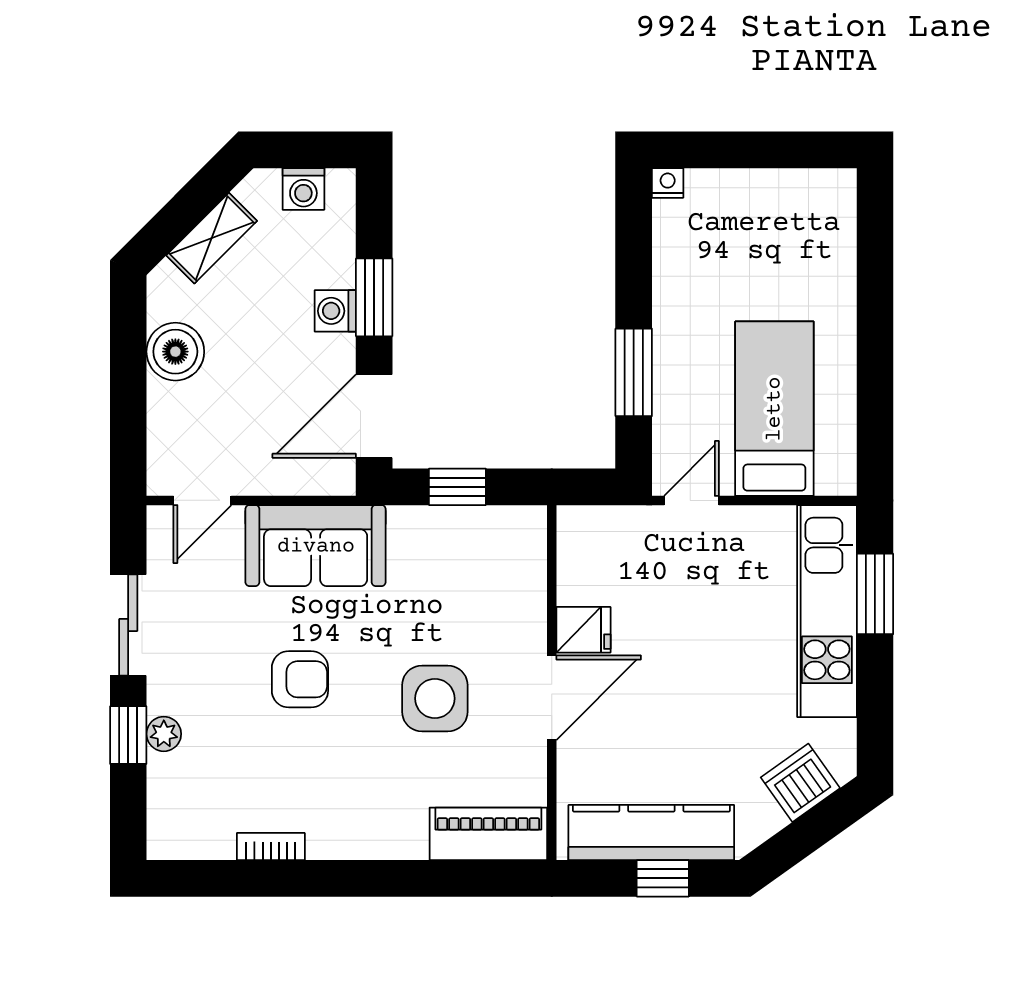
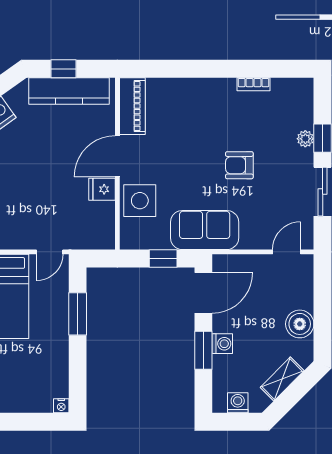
sofa: (316, 546) -> (205, 230), moved
side table: (435, 698) -> (140, 201), moved
piano: (488, 834) -> (132, 106), moved, turned -90

